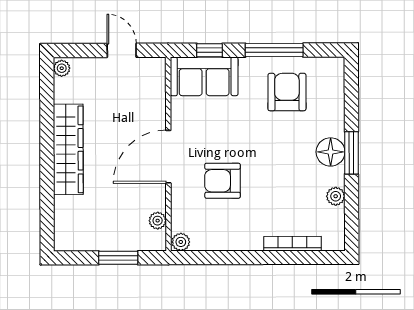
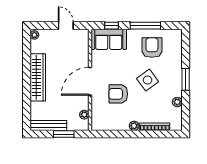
floor lamp: (331, 152) -> (175, 79), removed
side table: (279, 154) -> (148, 80), added
bench: (89, 241) -> (48, 125), added
plant: (181, 242) -> (134, 126), moved

